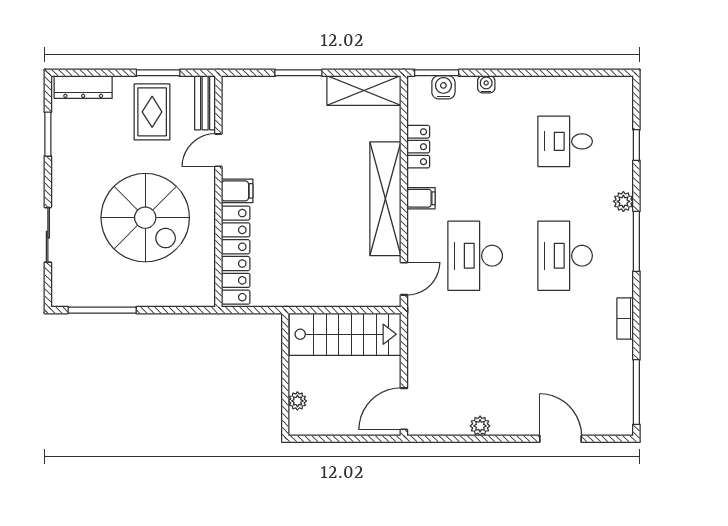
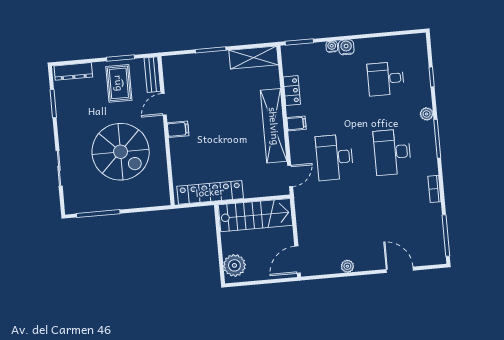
water cooler: (443, 87) -> (346, 47), moved
locker: (236, 255) -> (210, 192), moved, turned -90
plant: (297, 401) -> (234, 265), width x1.88, depth x1.88

